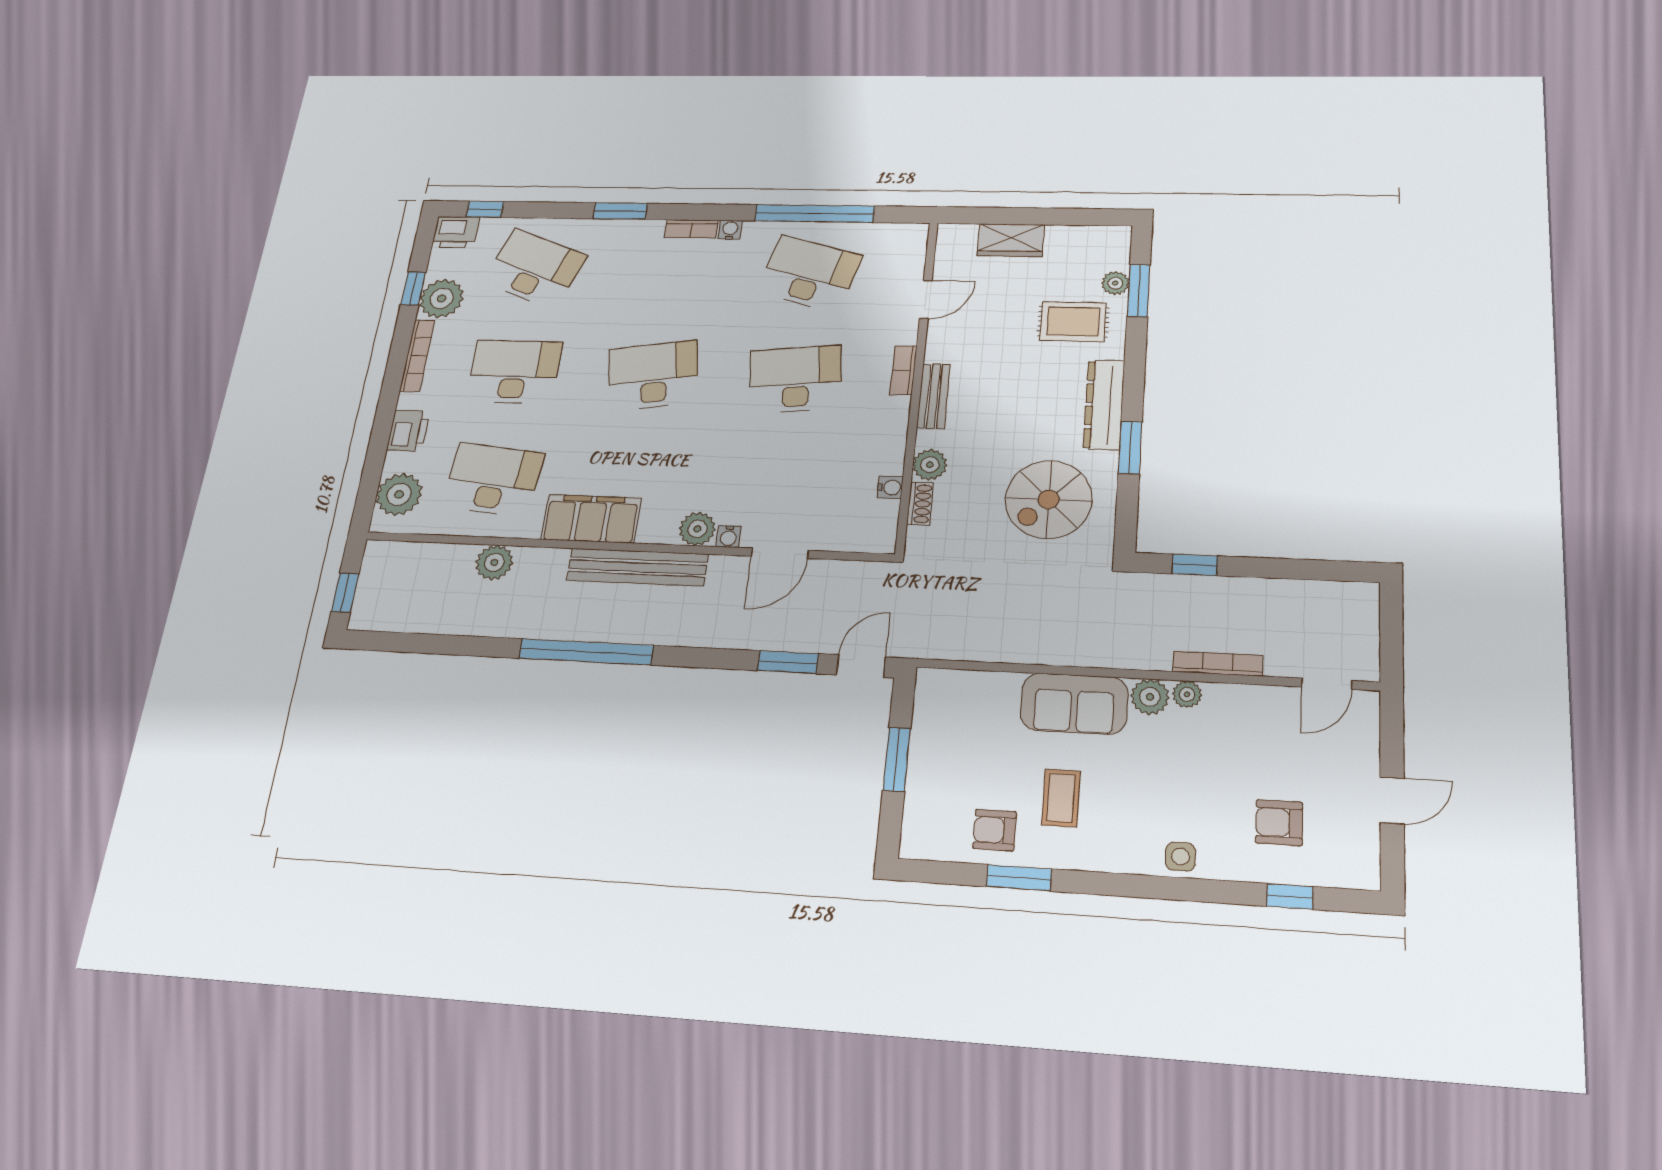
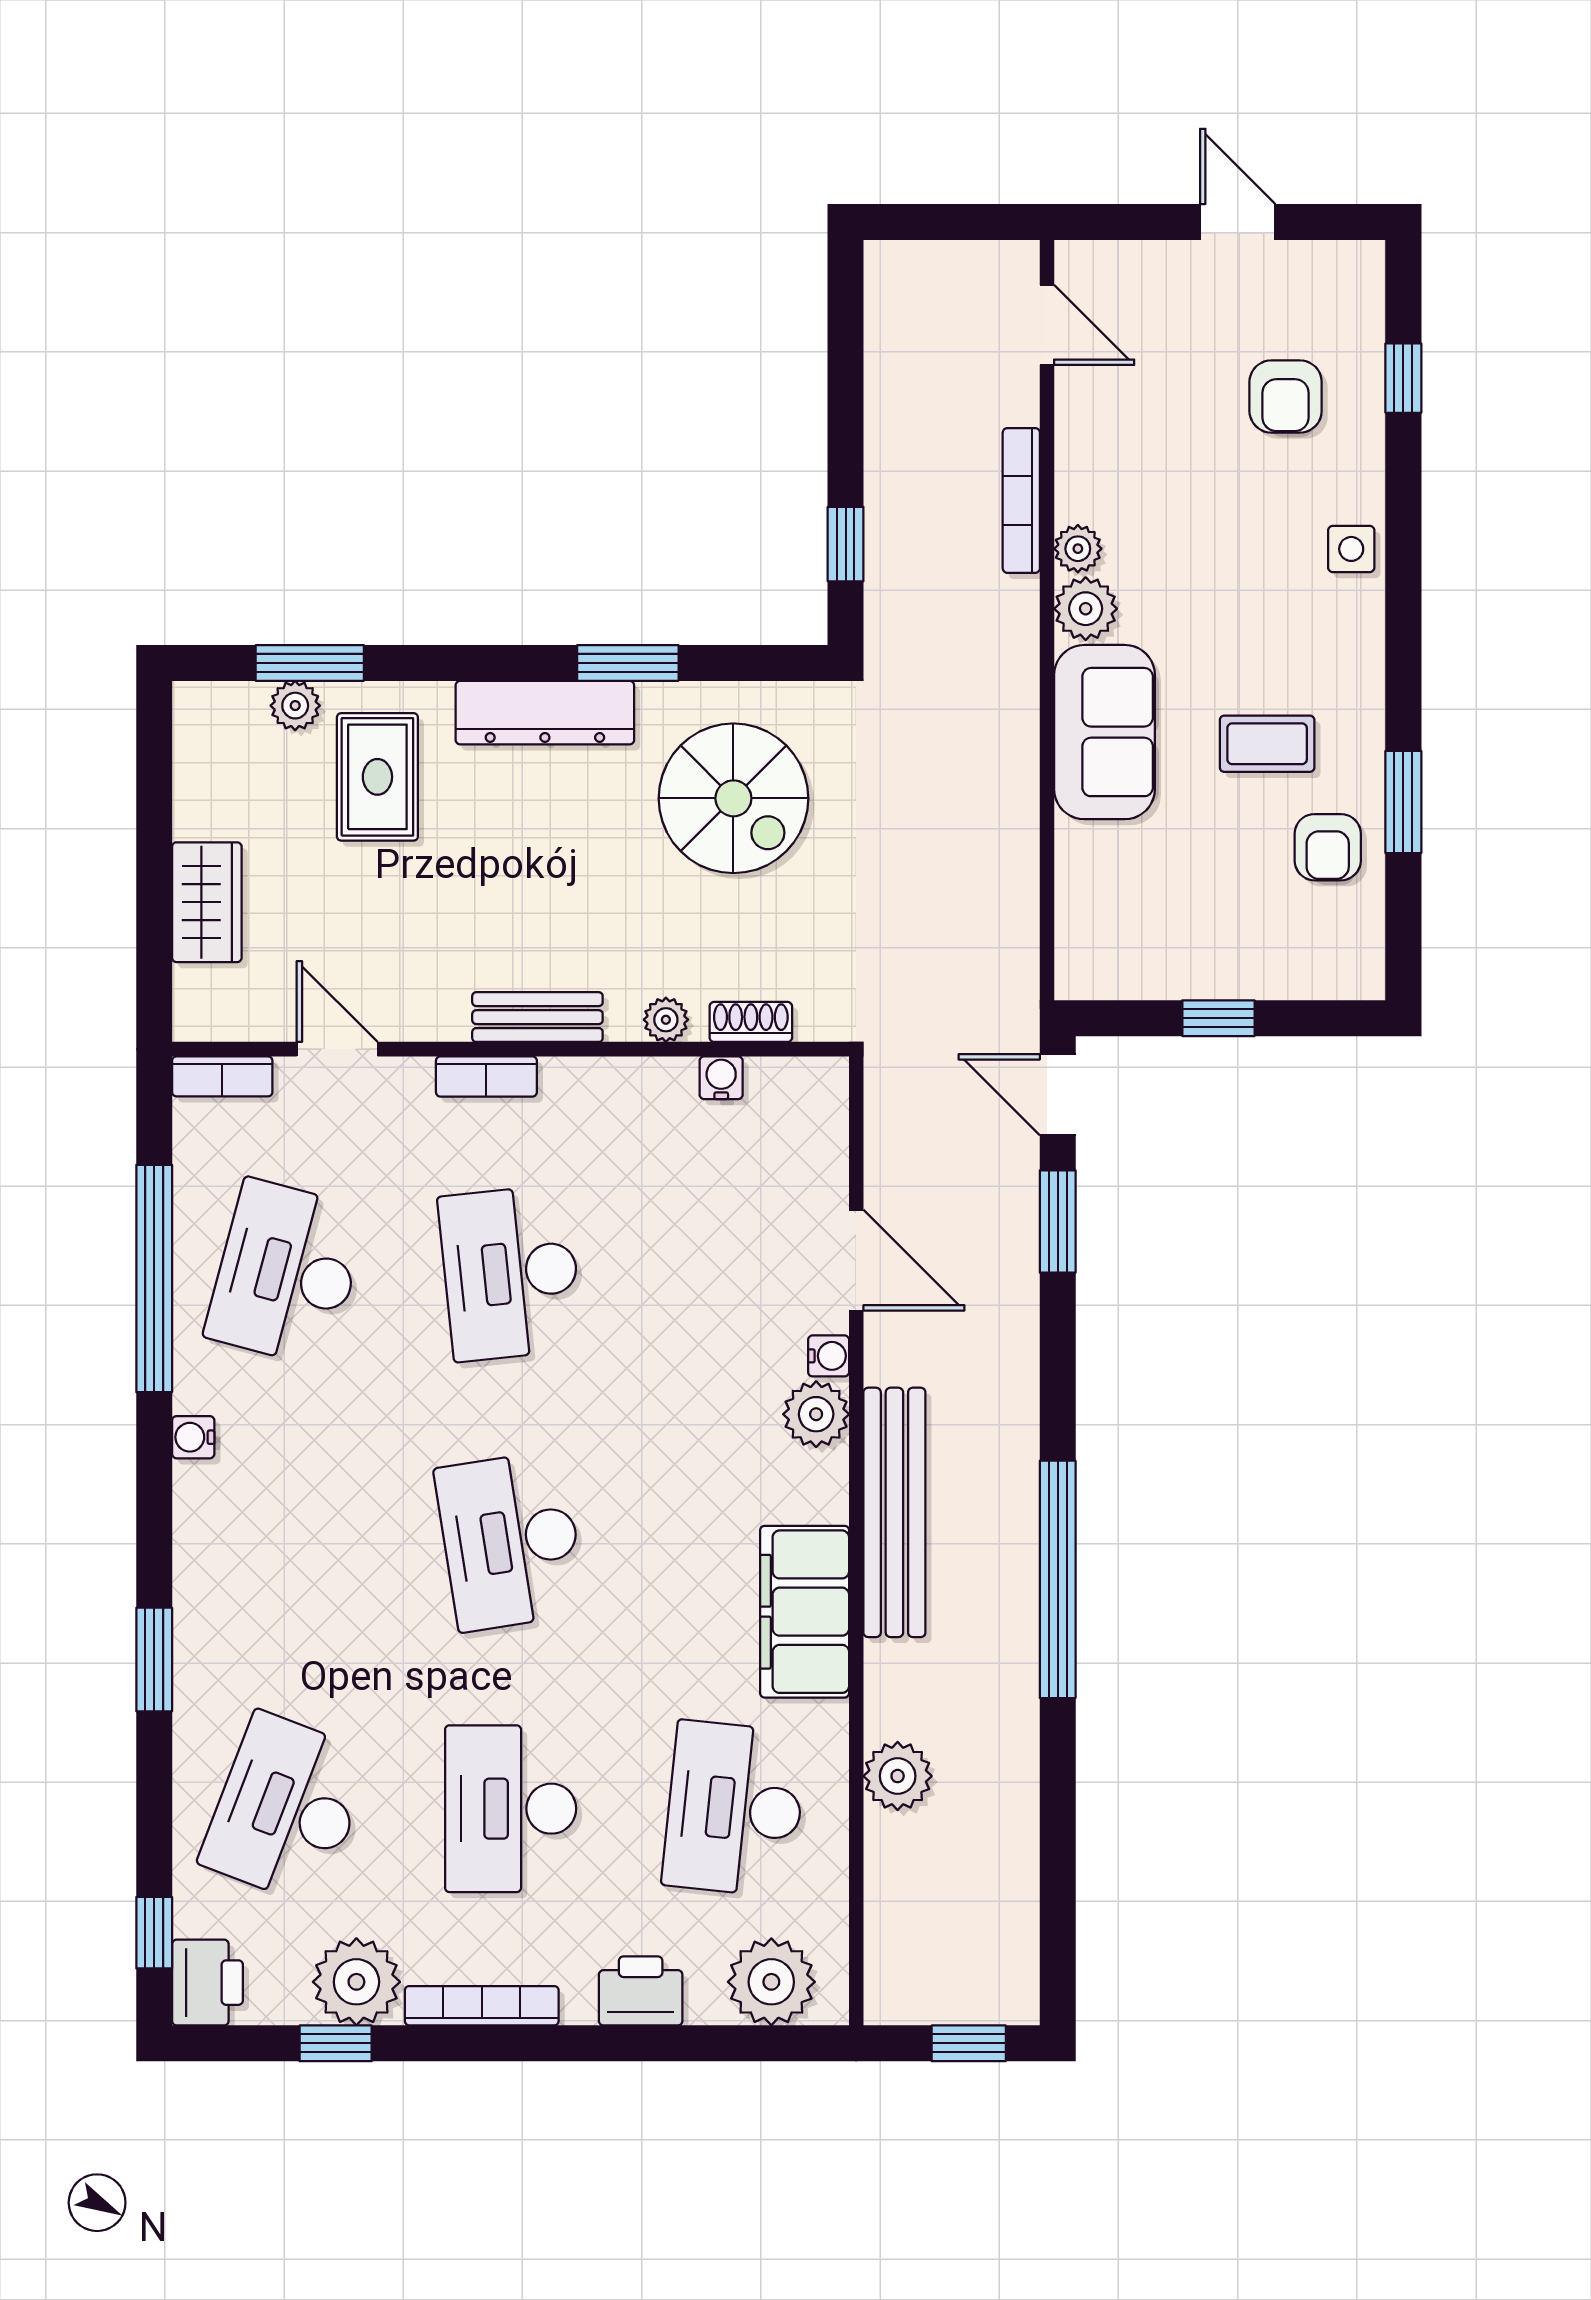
bookcase: (691, 229) -> (222, 1076), moved, turned 90
plant: (930, 465) -> (666, 1020), width x0.73, depth x0.73
window: (897, 759) -> (1218, 1018), width x0.67

